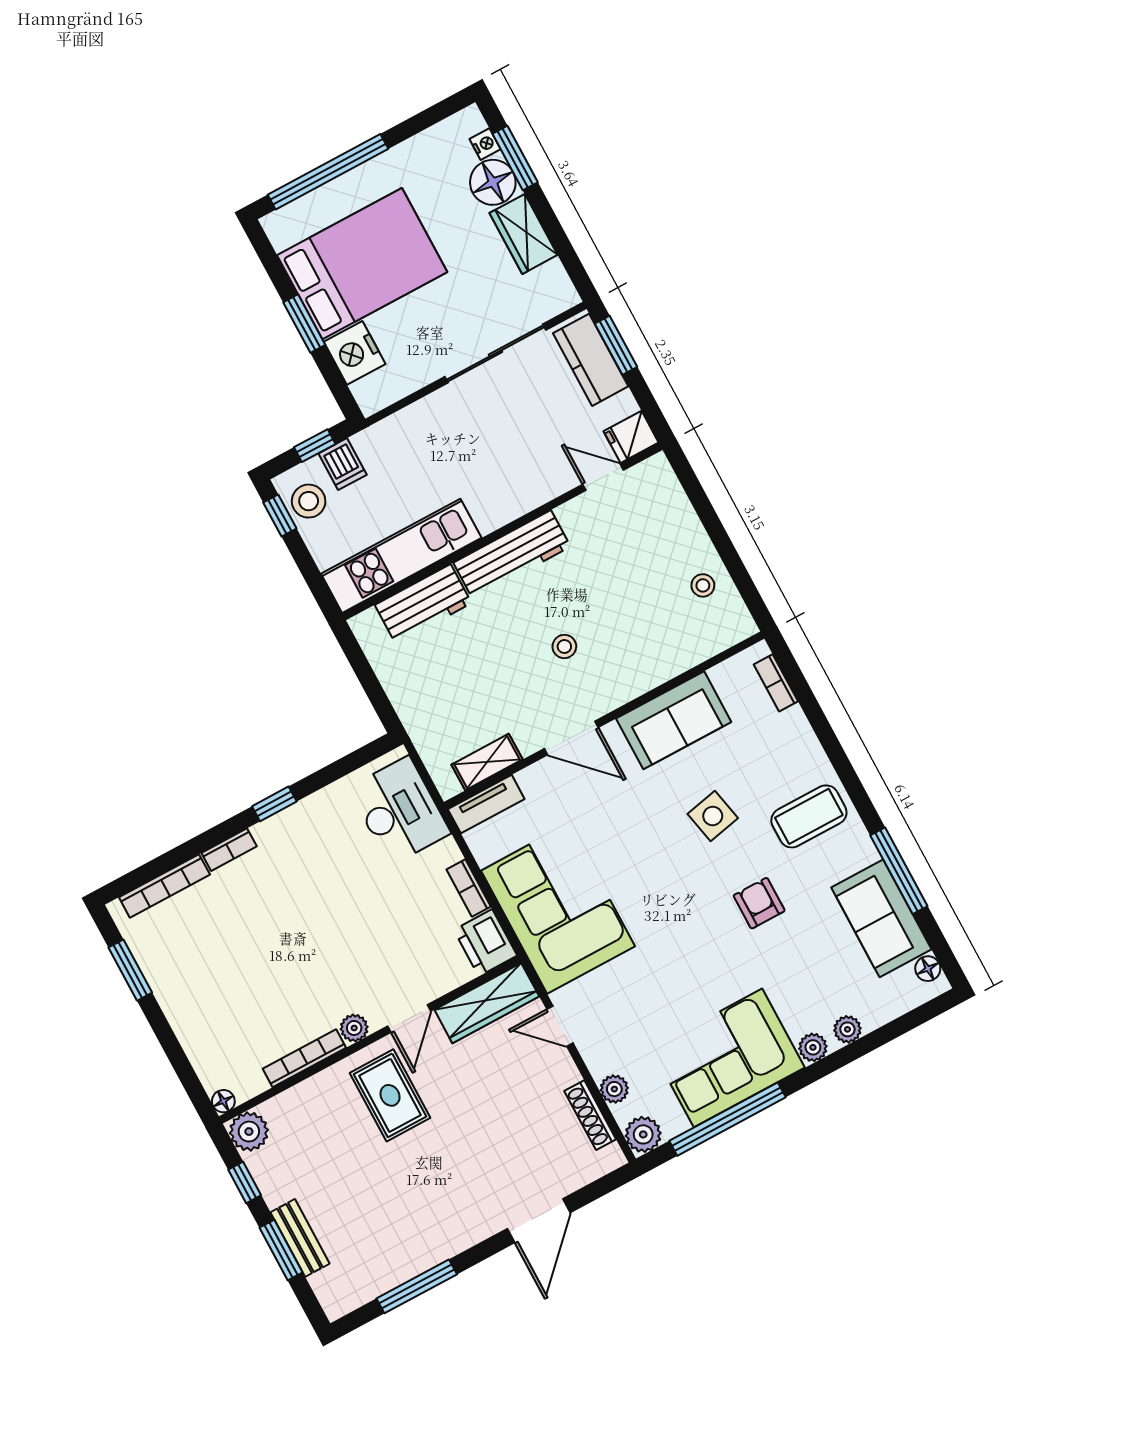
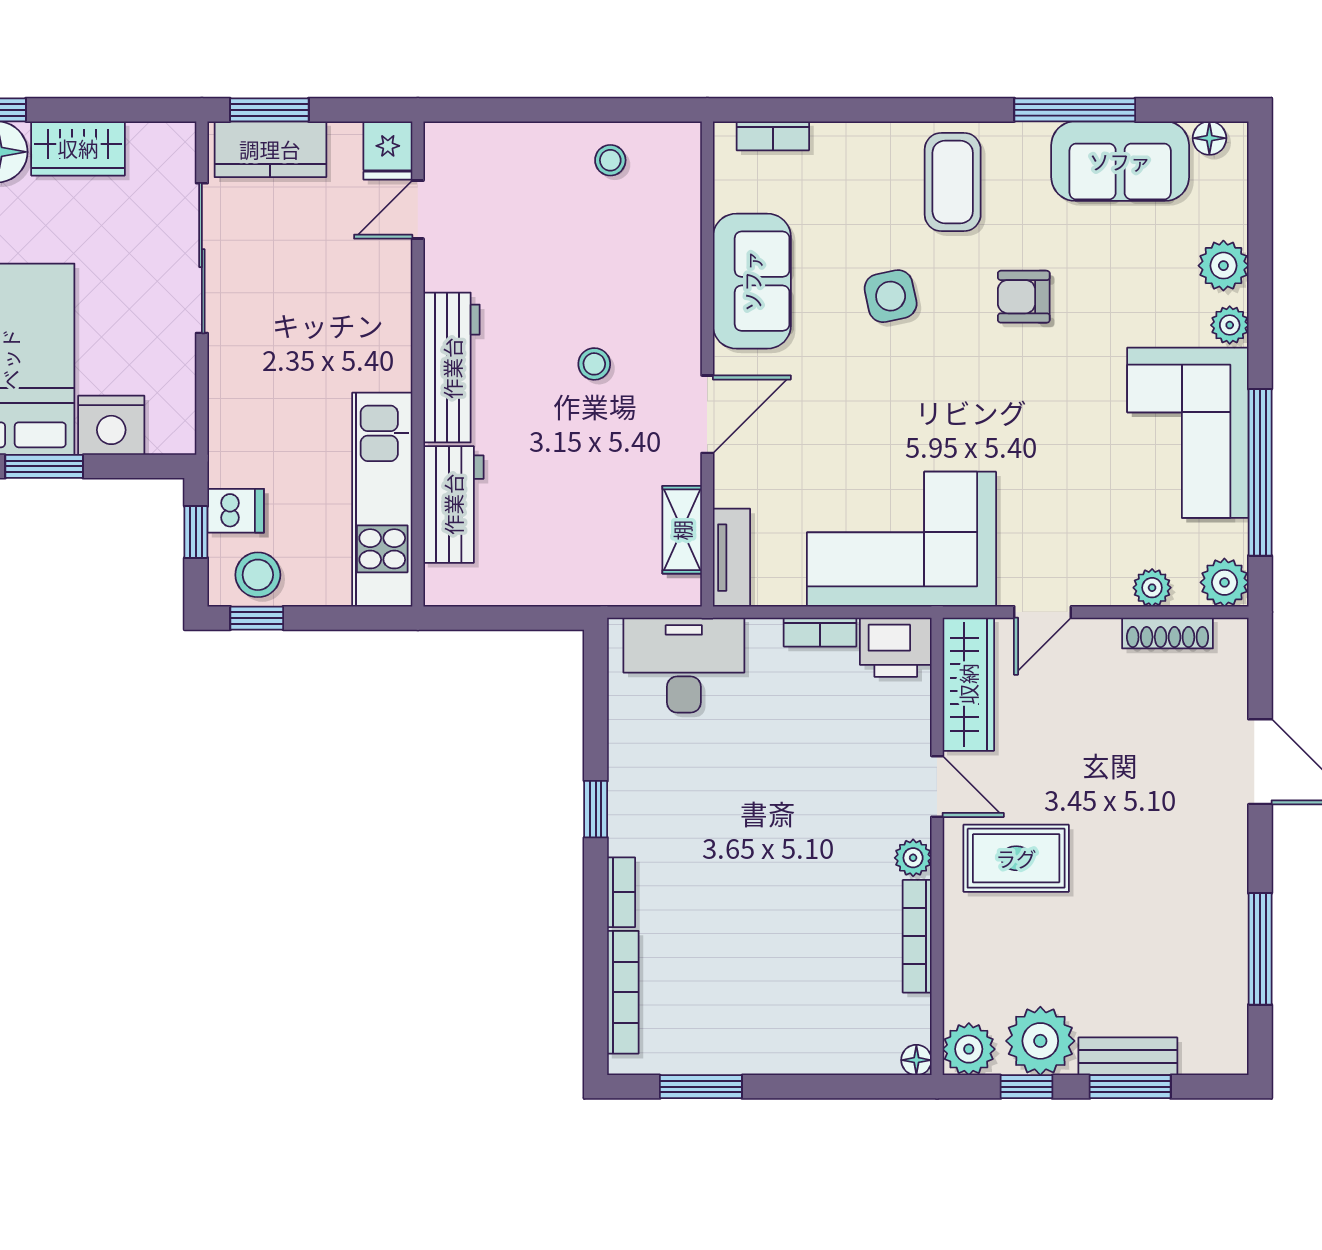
plant: (847, 1029) -> (1223, 266), width x1.38, depth x1.38
plant: (279, 1175) -> (1040, 1041), added

